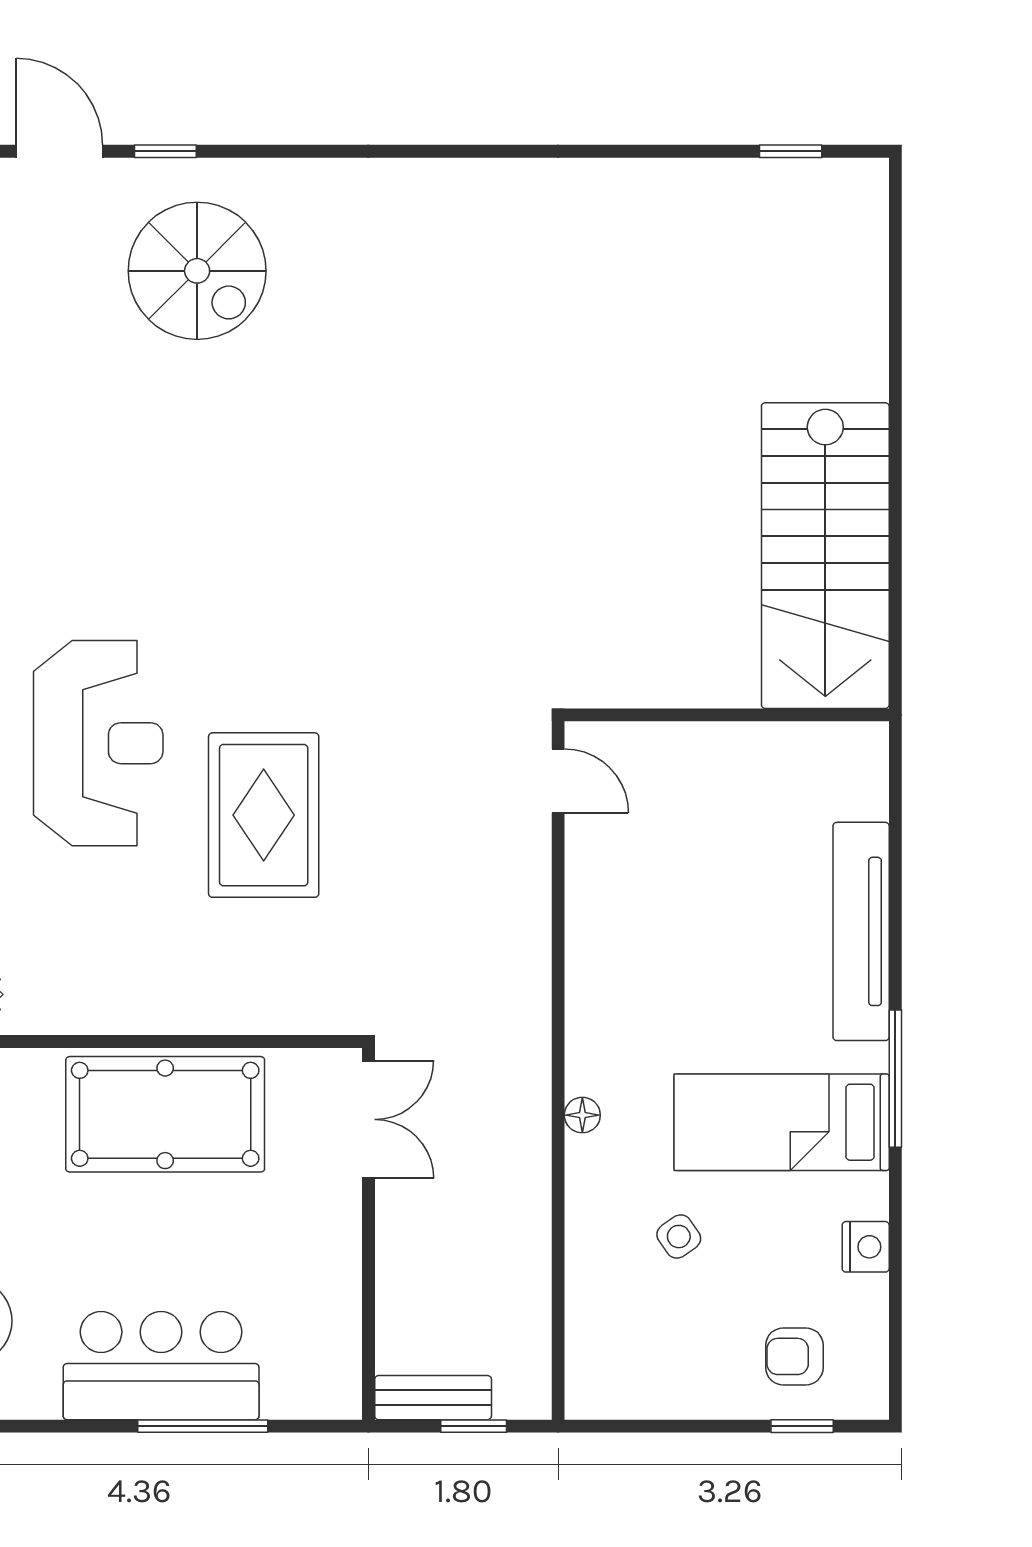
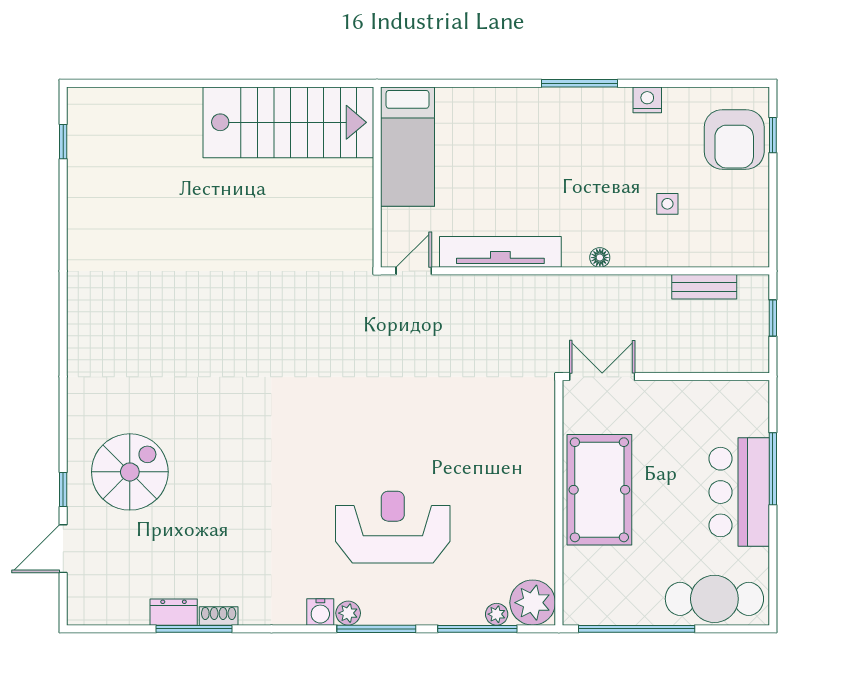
rug: (264, 815) -> (433, 435), removed
tv unit: (861, 931) -> (500, 252), moved, turned 180
bed: (782, 1122) -> (407, 147), moved
side table: (679, 1237) -> (667, 204), turned 35
nightstand: (866, 1247) -> (647, 100), moved
armchair: (794, 1356) -> (734, 139), width x1.88, depth x1.88
bench: (433, 1398) -> (704, 287), moved, turned 90

